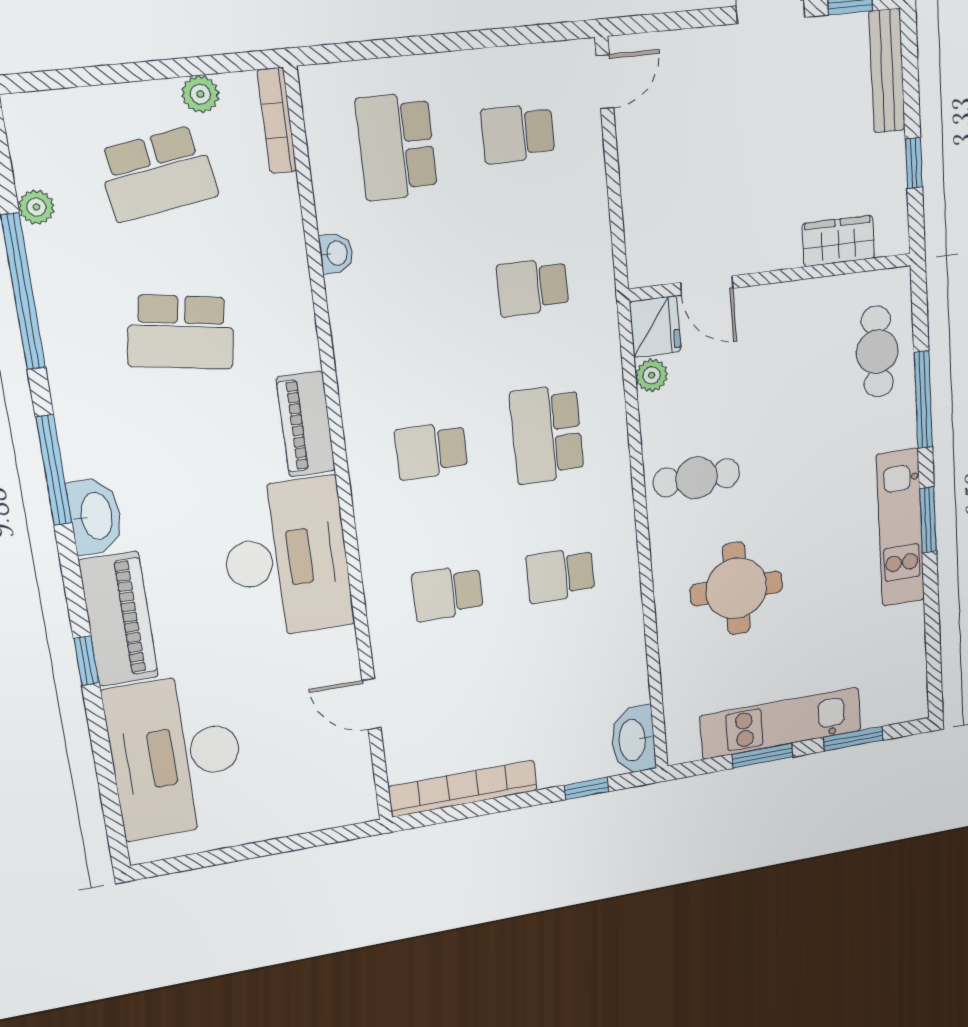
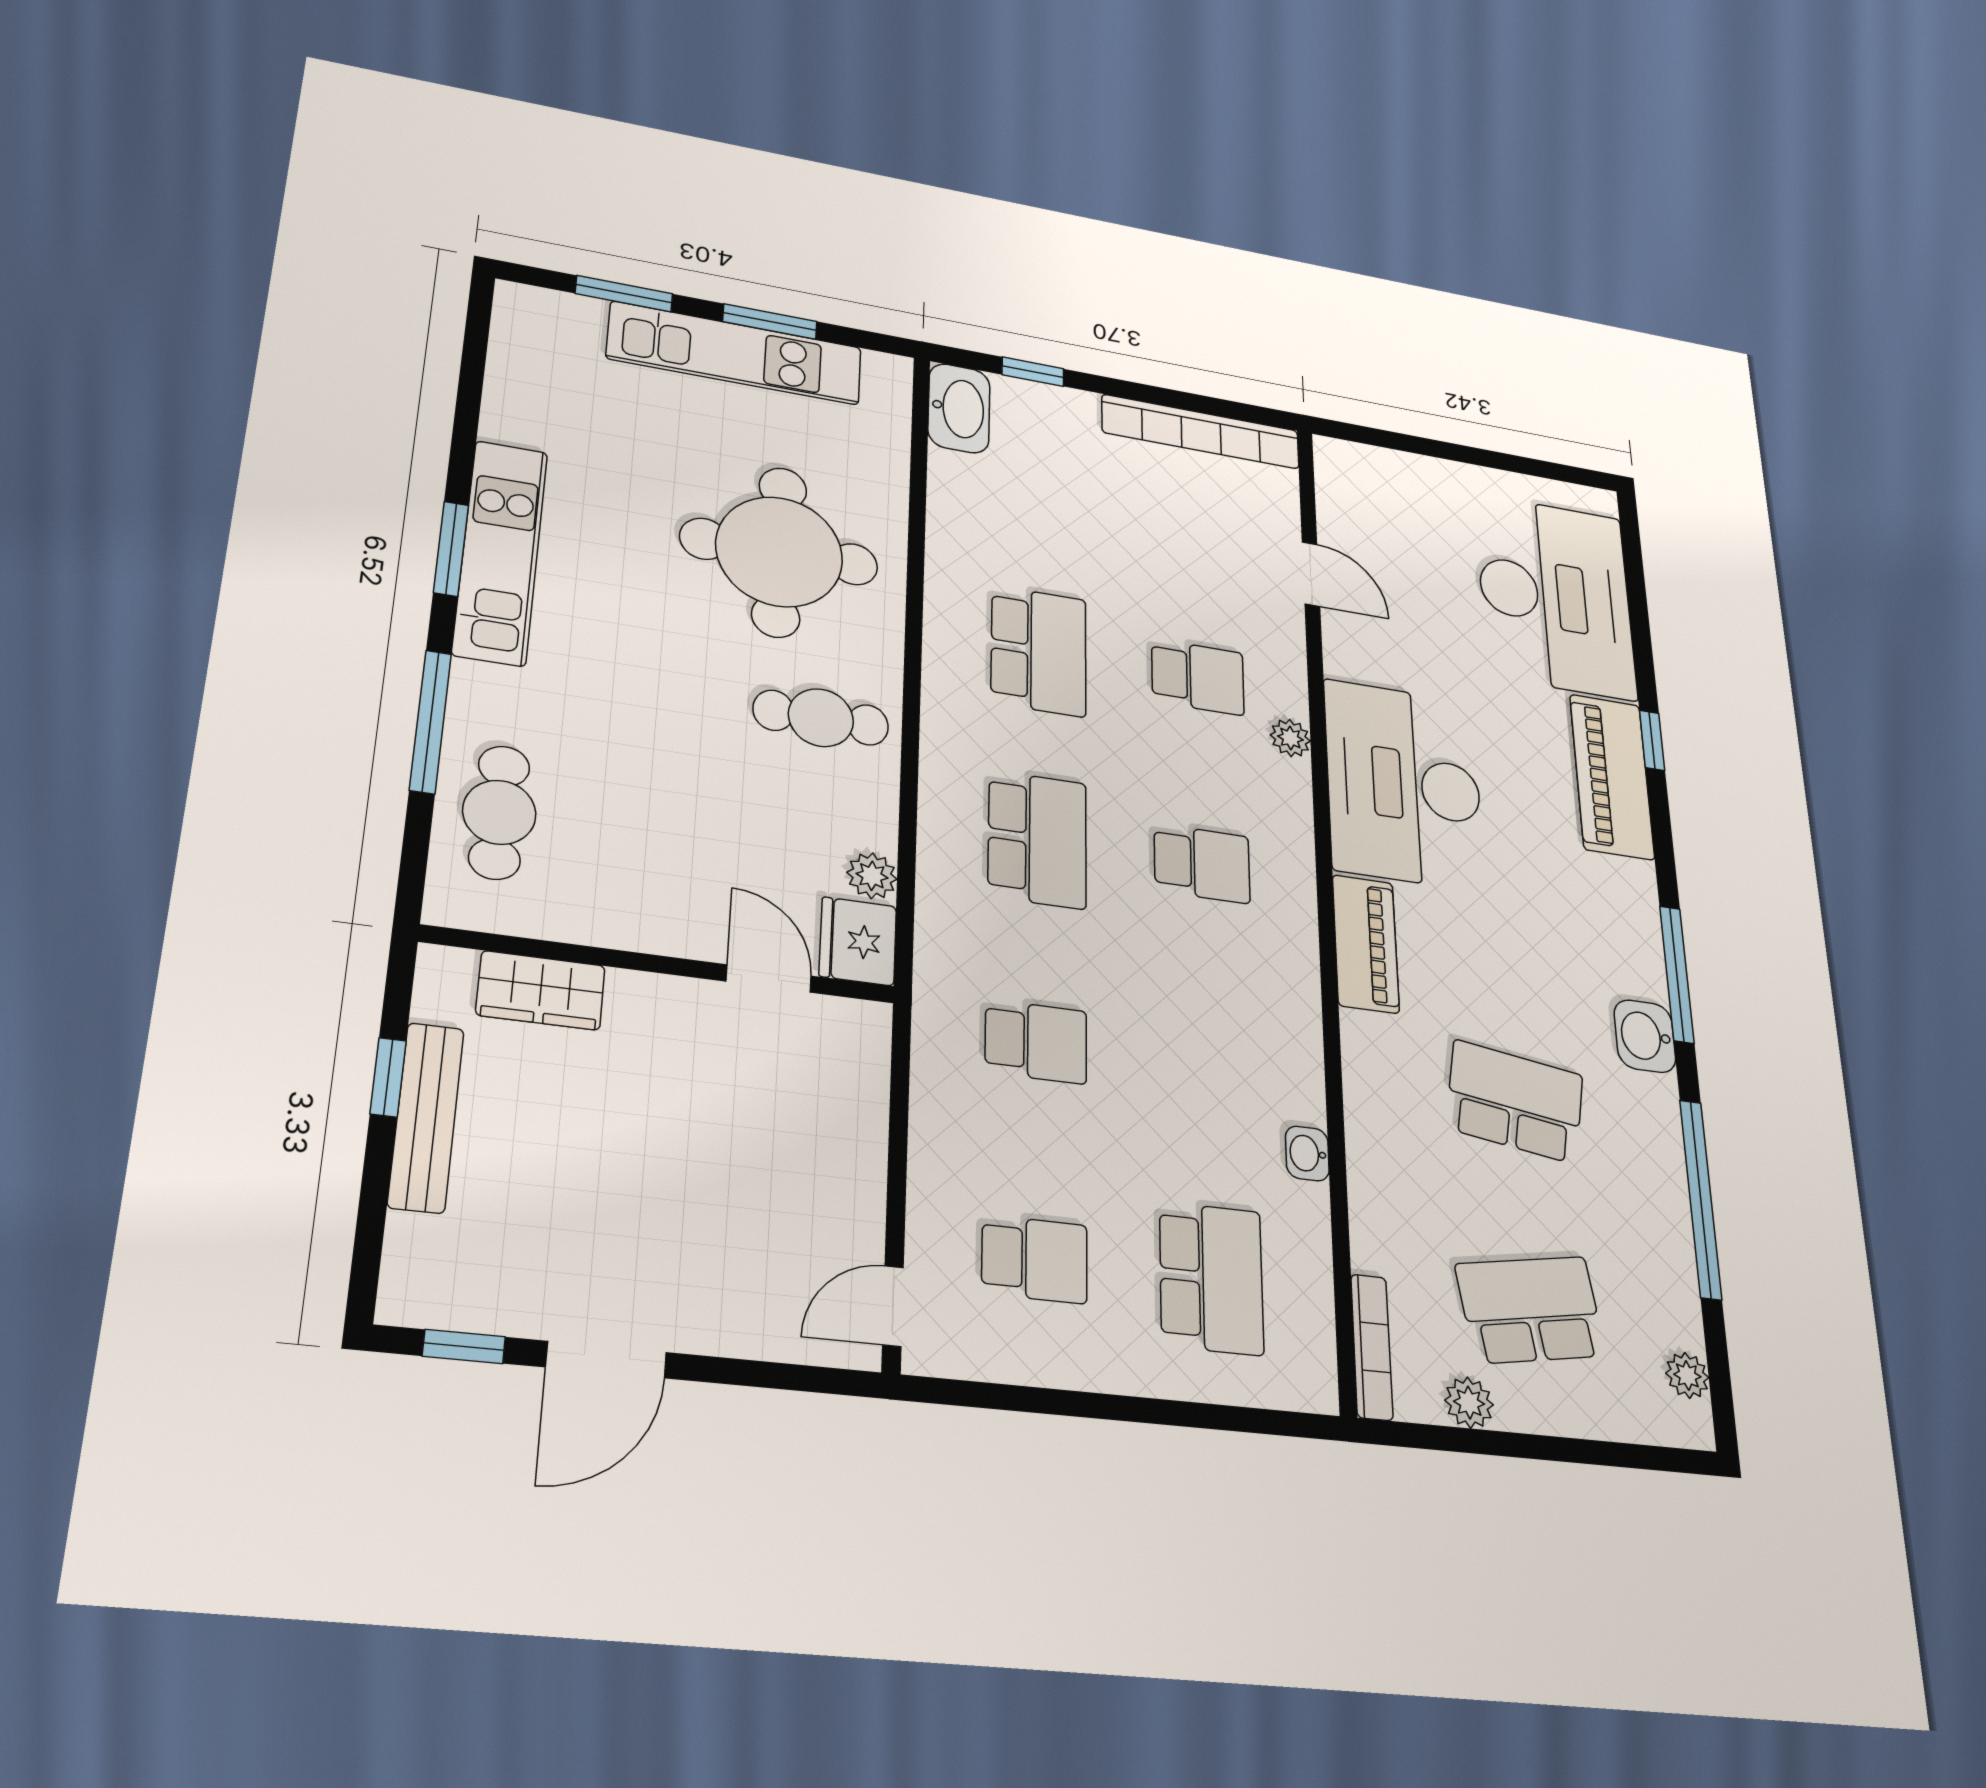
bench: (887, 71) -> (426, 1117), moved
plant: (36, 207) -> (1687, 1375), moved
washbasin: (95, 516) -> (1645, 1036), moved, width x0.72
plant: (376, 568) -> (1290, 738), added
school desk: (560, 575) -> (1039, 651), width x1.85
round table: (736, 588) -> (779, 552), width x1.36, depth x1.36

